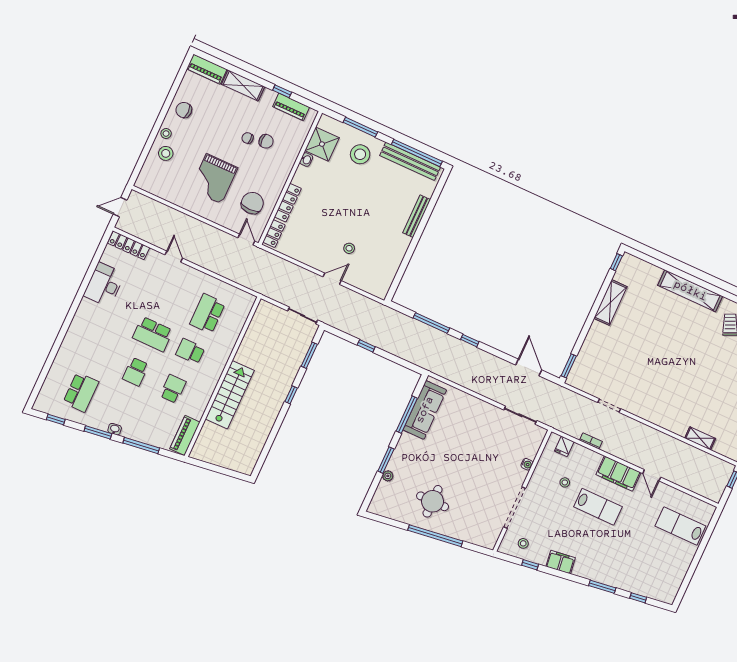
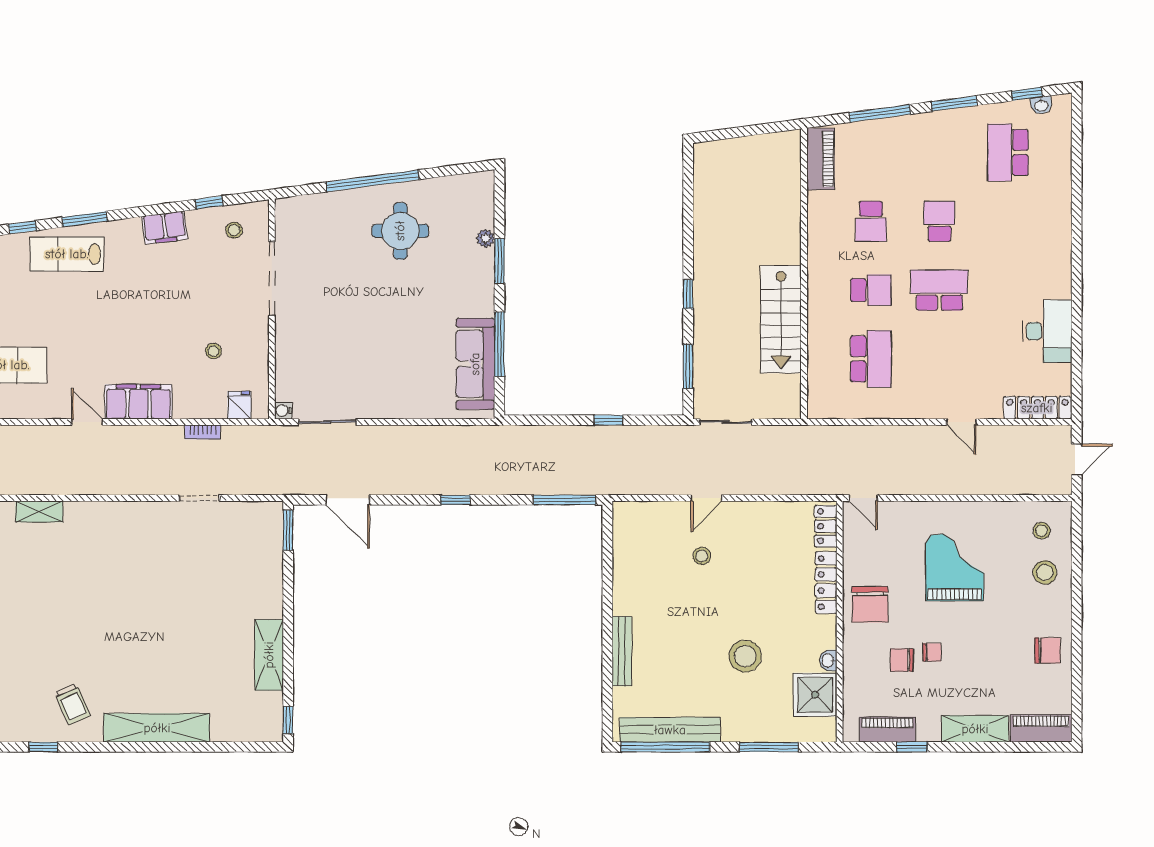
stool: (166, 134) -> (1042, 531), moved
stool: (360, 154) -> (745, 656), moved
chair: (252, 203) -> (870, 604), moved
window: (431, 323) -> (565, 500), moved
stairs: (230, 395) -> (781, 319), moved
washbasin: (115, 429) -> (1041, 105), moved
water cooler: (527, 464) -> (283, 411), moved
lab bench: (598, 507) -> (67, 254), moved

